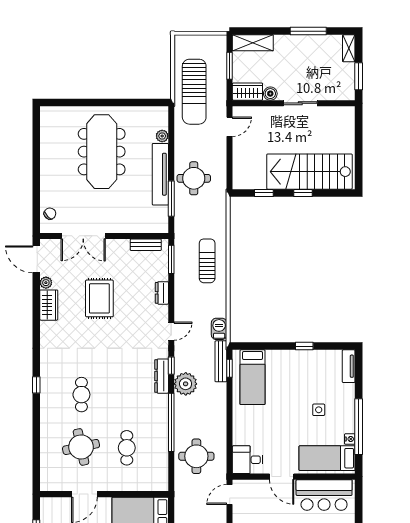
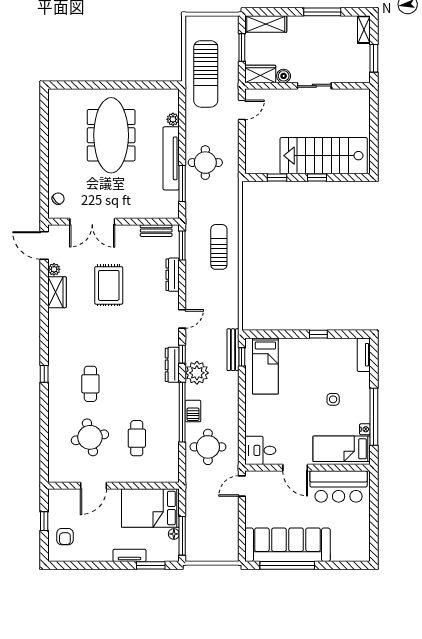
dresser: (162, 293) -> (173, 275), width x1.44
barbecue: (219, 329) -> (193, 411), moved, turned 180

